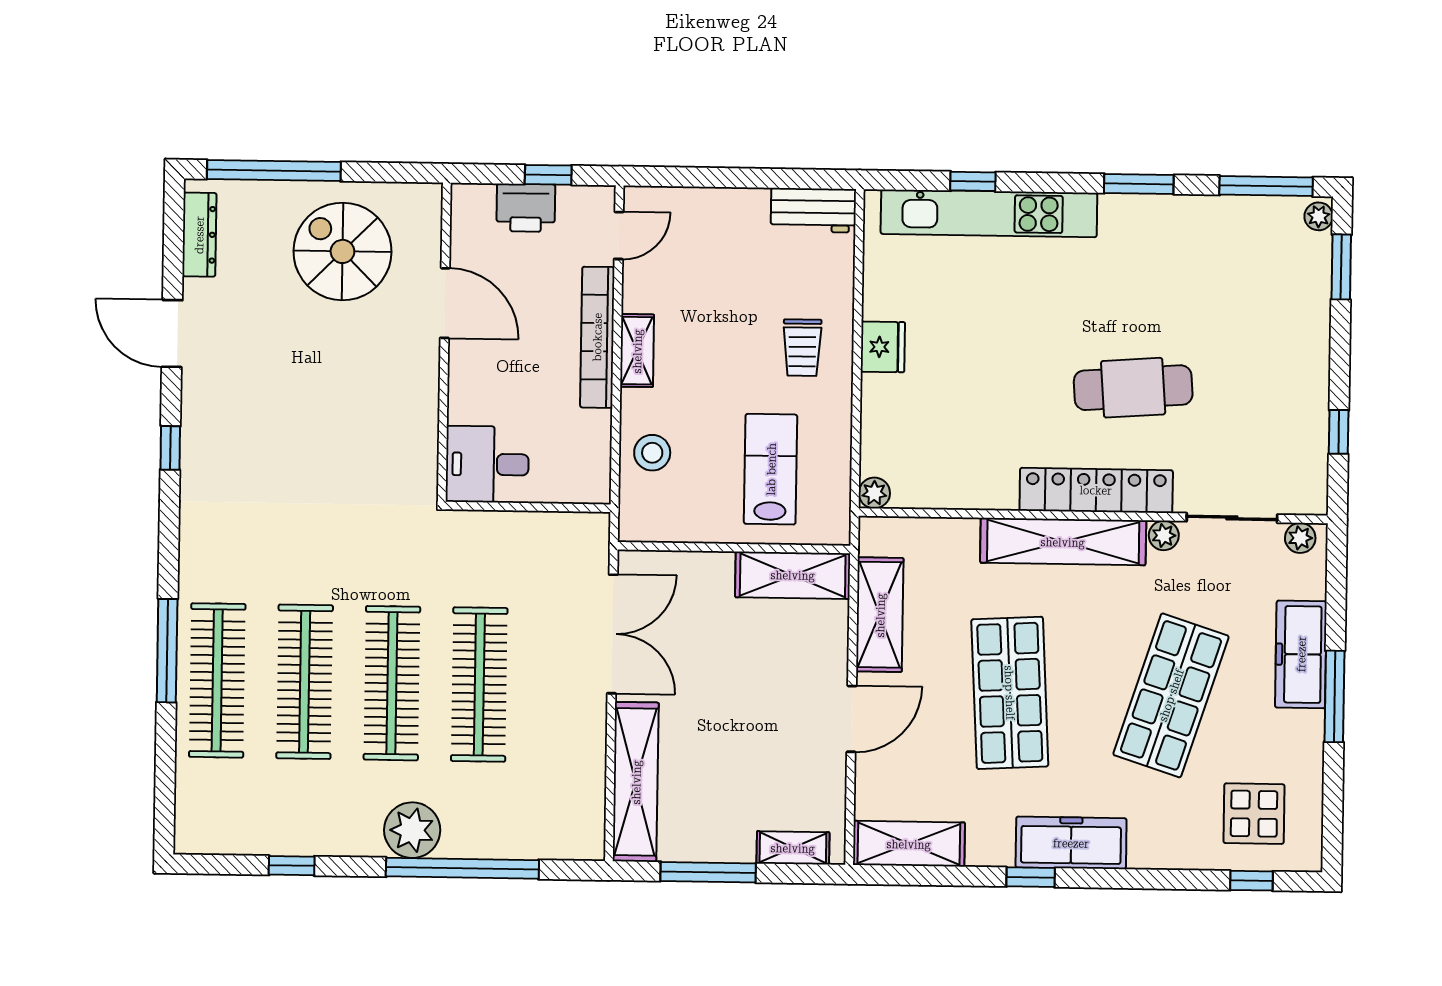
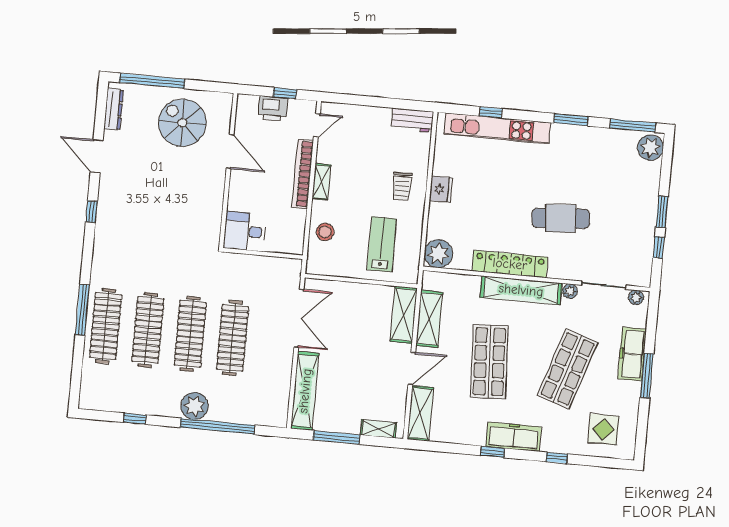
plant: (1319, 216) -> (650, 148), width x1.88, depth x1.88
window: (1341, 267) -> (662, 212), moved
locker: (1096, 490) -> (510, 264), moved
plant: (874, 493) -> (438, 254), width x1.88, depth x1.88
shelving: (793, 575) -> (404, 315), moved, turned 90
shelving: (909, 844) -> (420, 413), moved, turned 90
window: (1251, 881) -> (557, 458), moved

